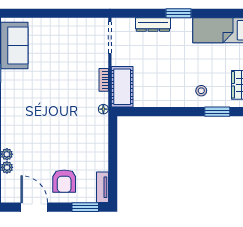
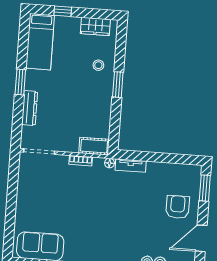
cot: (122, 87) -> (94, 146), width x0.73, depth x0.75
window: (217, 112) -> (118, 85), moved
armchair: (64, 181) -> (178, 207), turned -90
tv unit: (102, 187) -> (131, 166), moved

